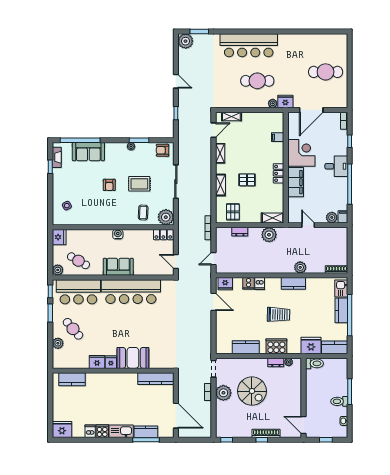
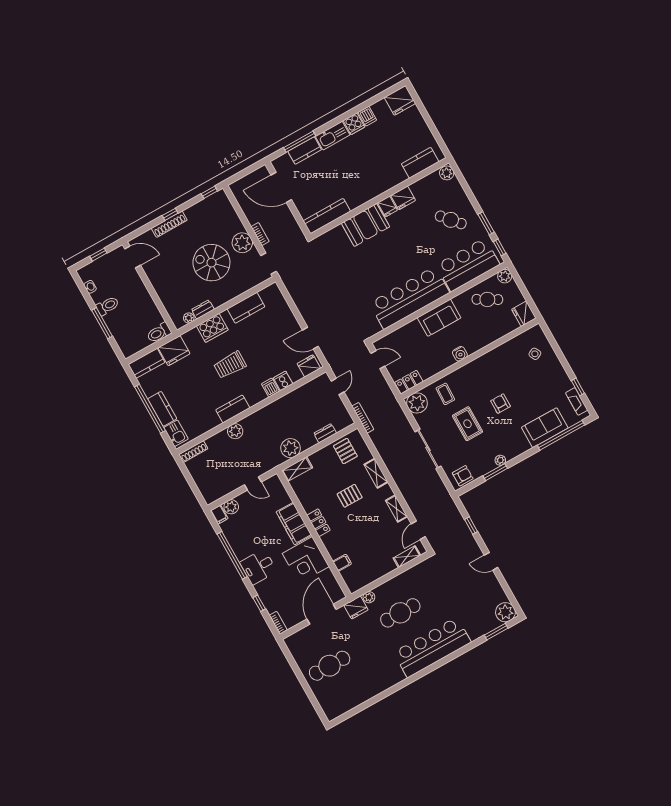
rug: (139, 184) -> (468, 424), turned 90
plant: (58, 343) -> (447, 173), moved

